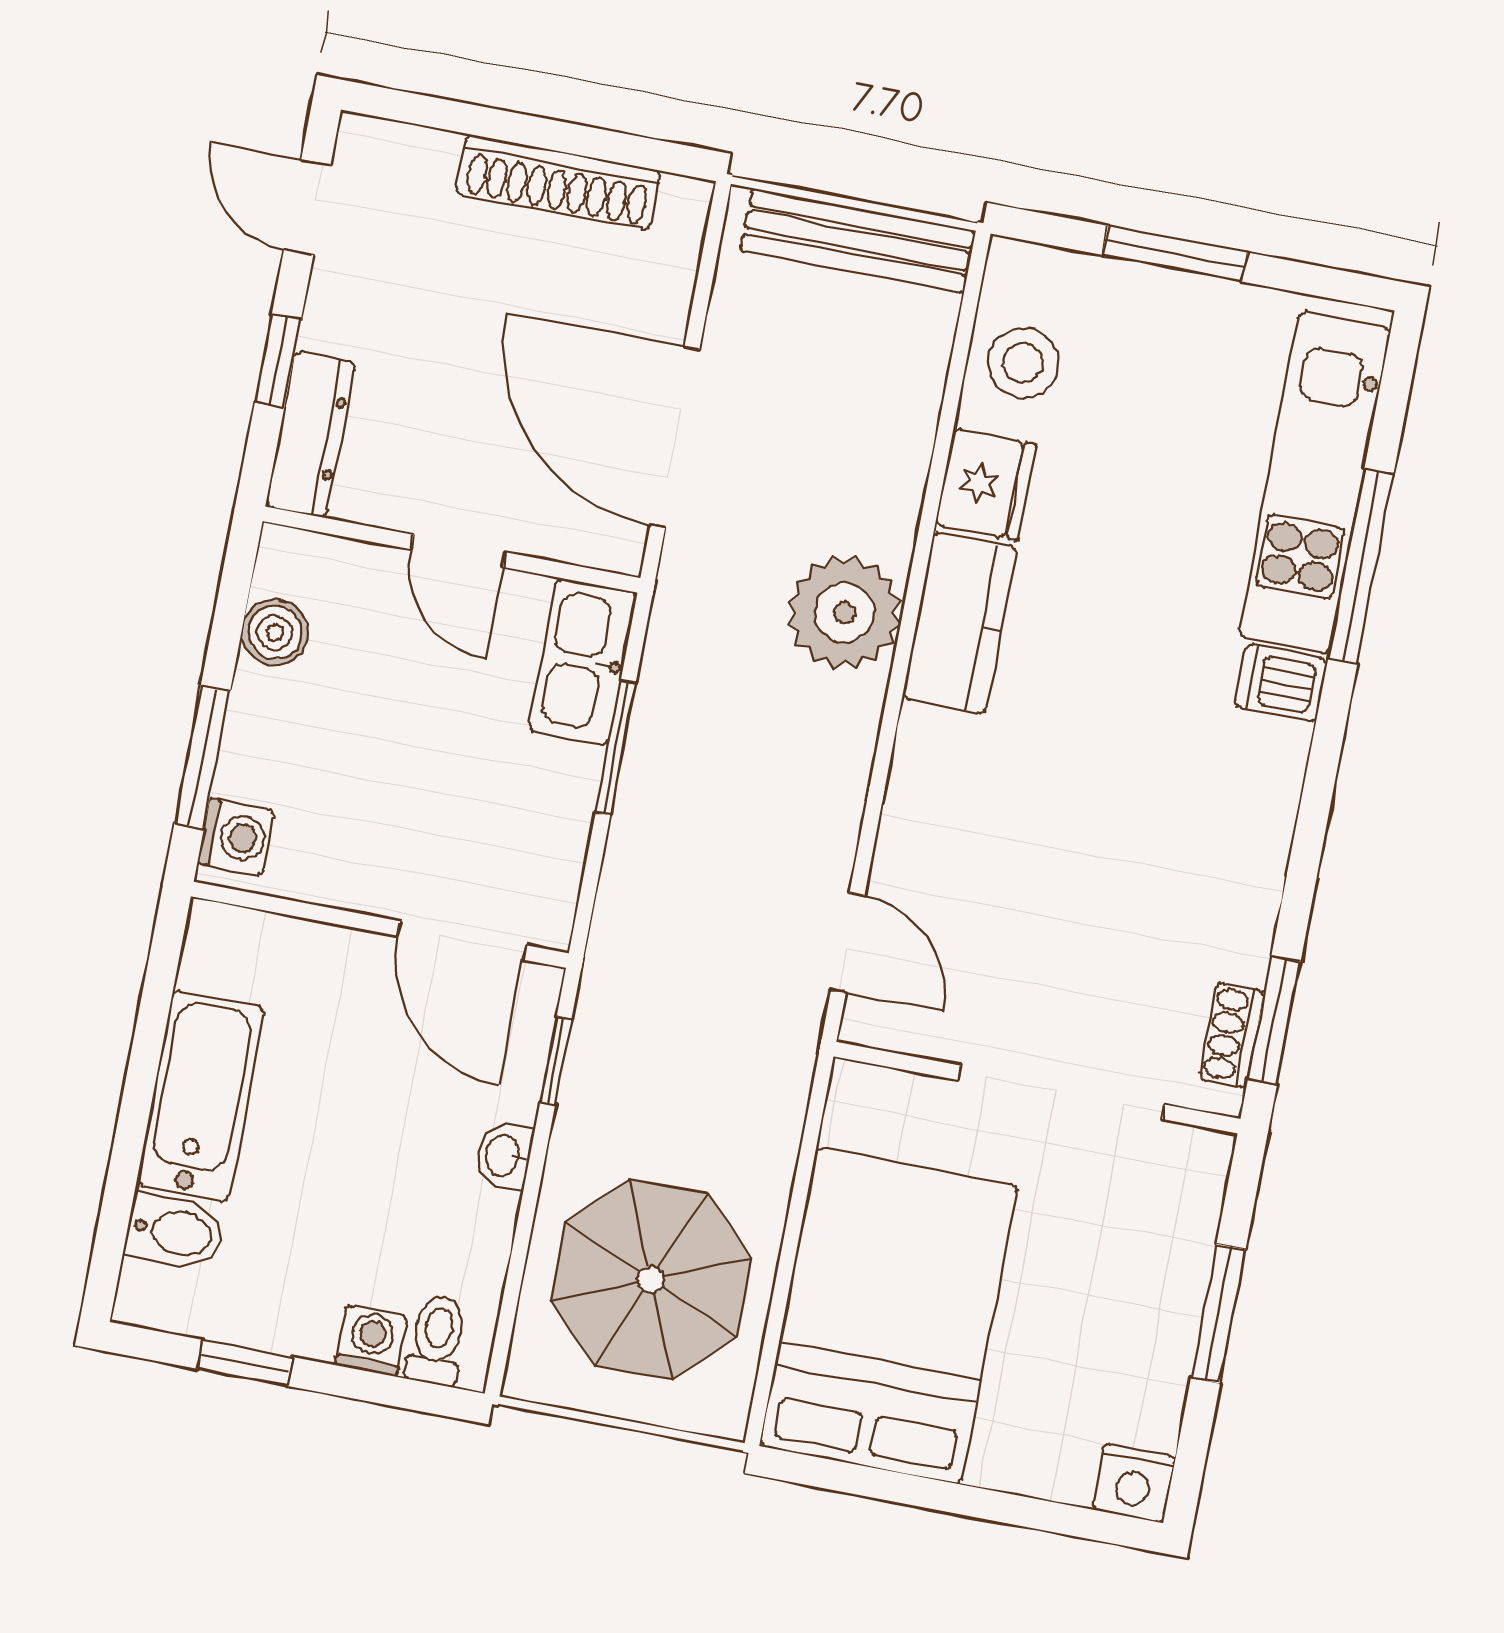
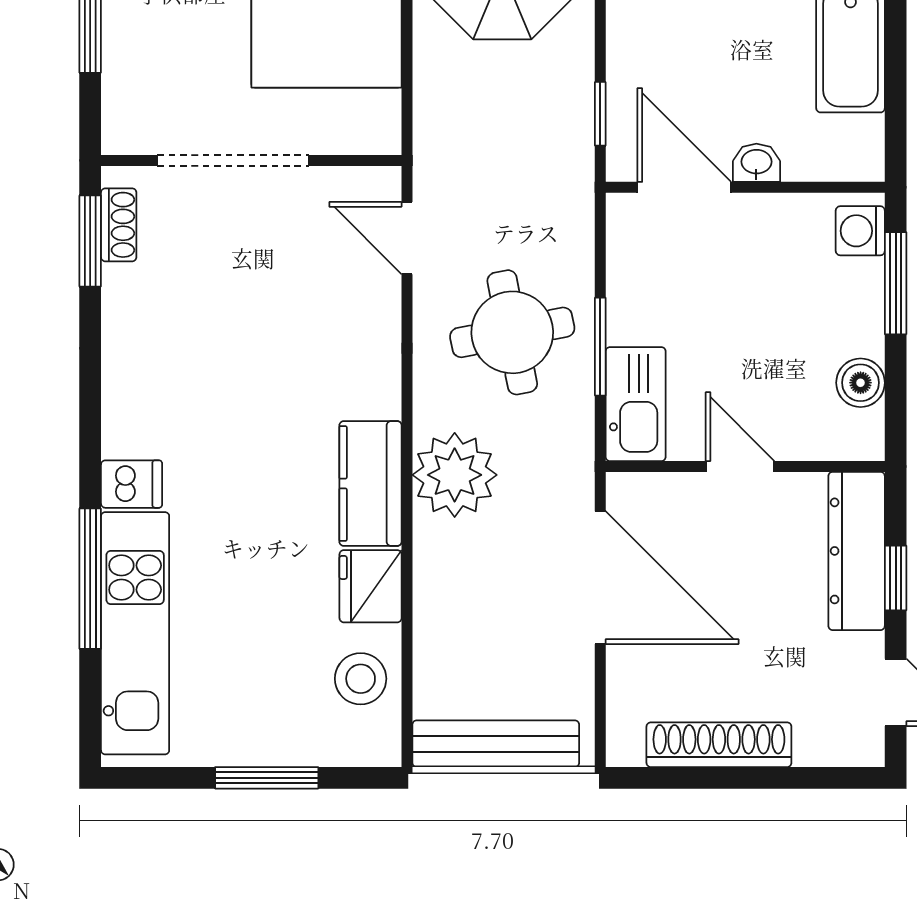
dresser: (310, 434) -> (857, 551), width x1.37, depth x1.24
round table: (730, 790) -> (512, 332), added
washbasin: (504, 1156) -> (756, 163), moved, turned -90

